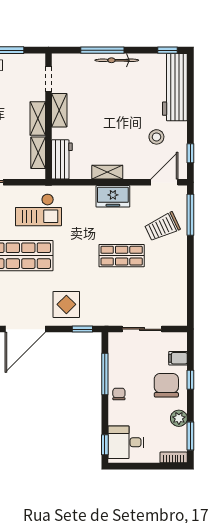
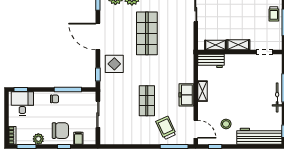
shelving: (59, 110) -> (244, 59), removed
checkout: (38, 210) -> (177, 45), removed

